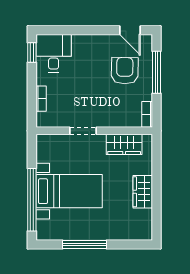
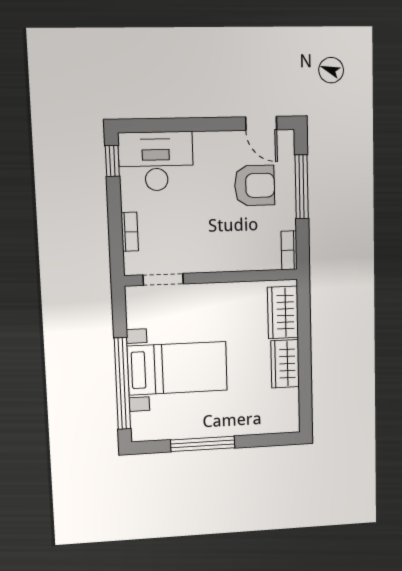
desk: (54, 53) -> (156, 161), width x1.37
armchair: (125, 71) -> (255, 185), turned 89
doorway: (83, 131) -> (163, 279), moved
wardrobe: (124, 144) -> (283, 312), moved, turned 90

